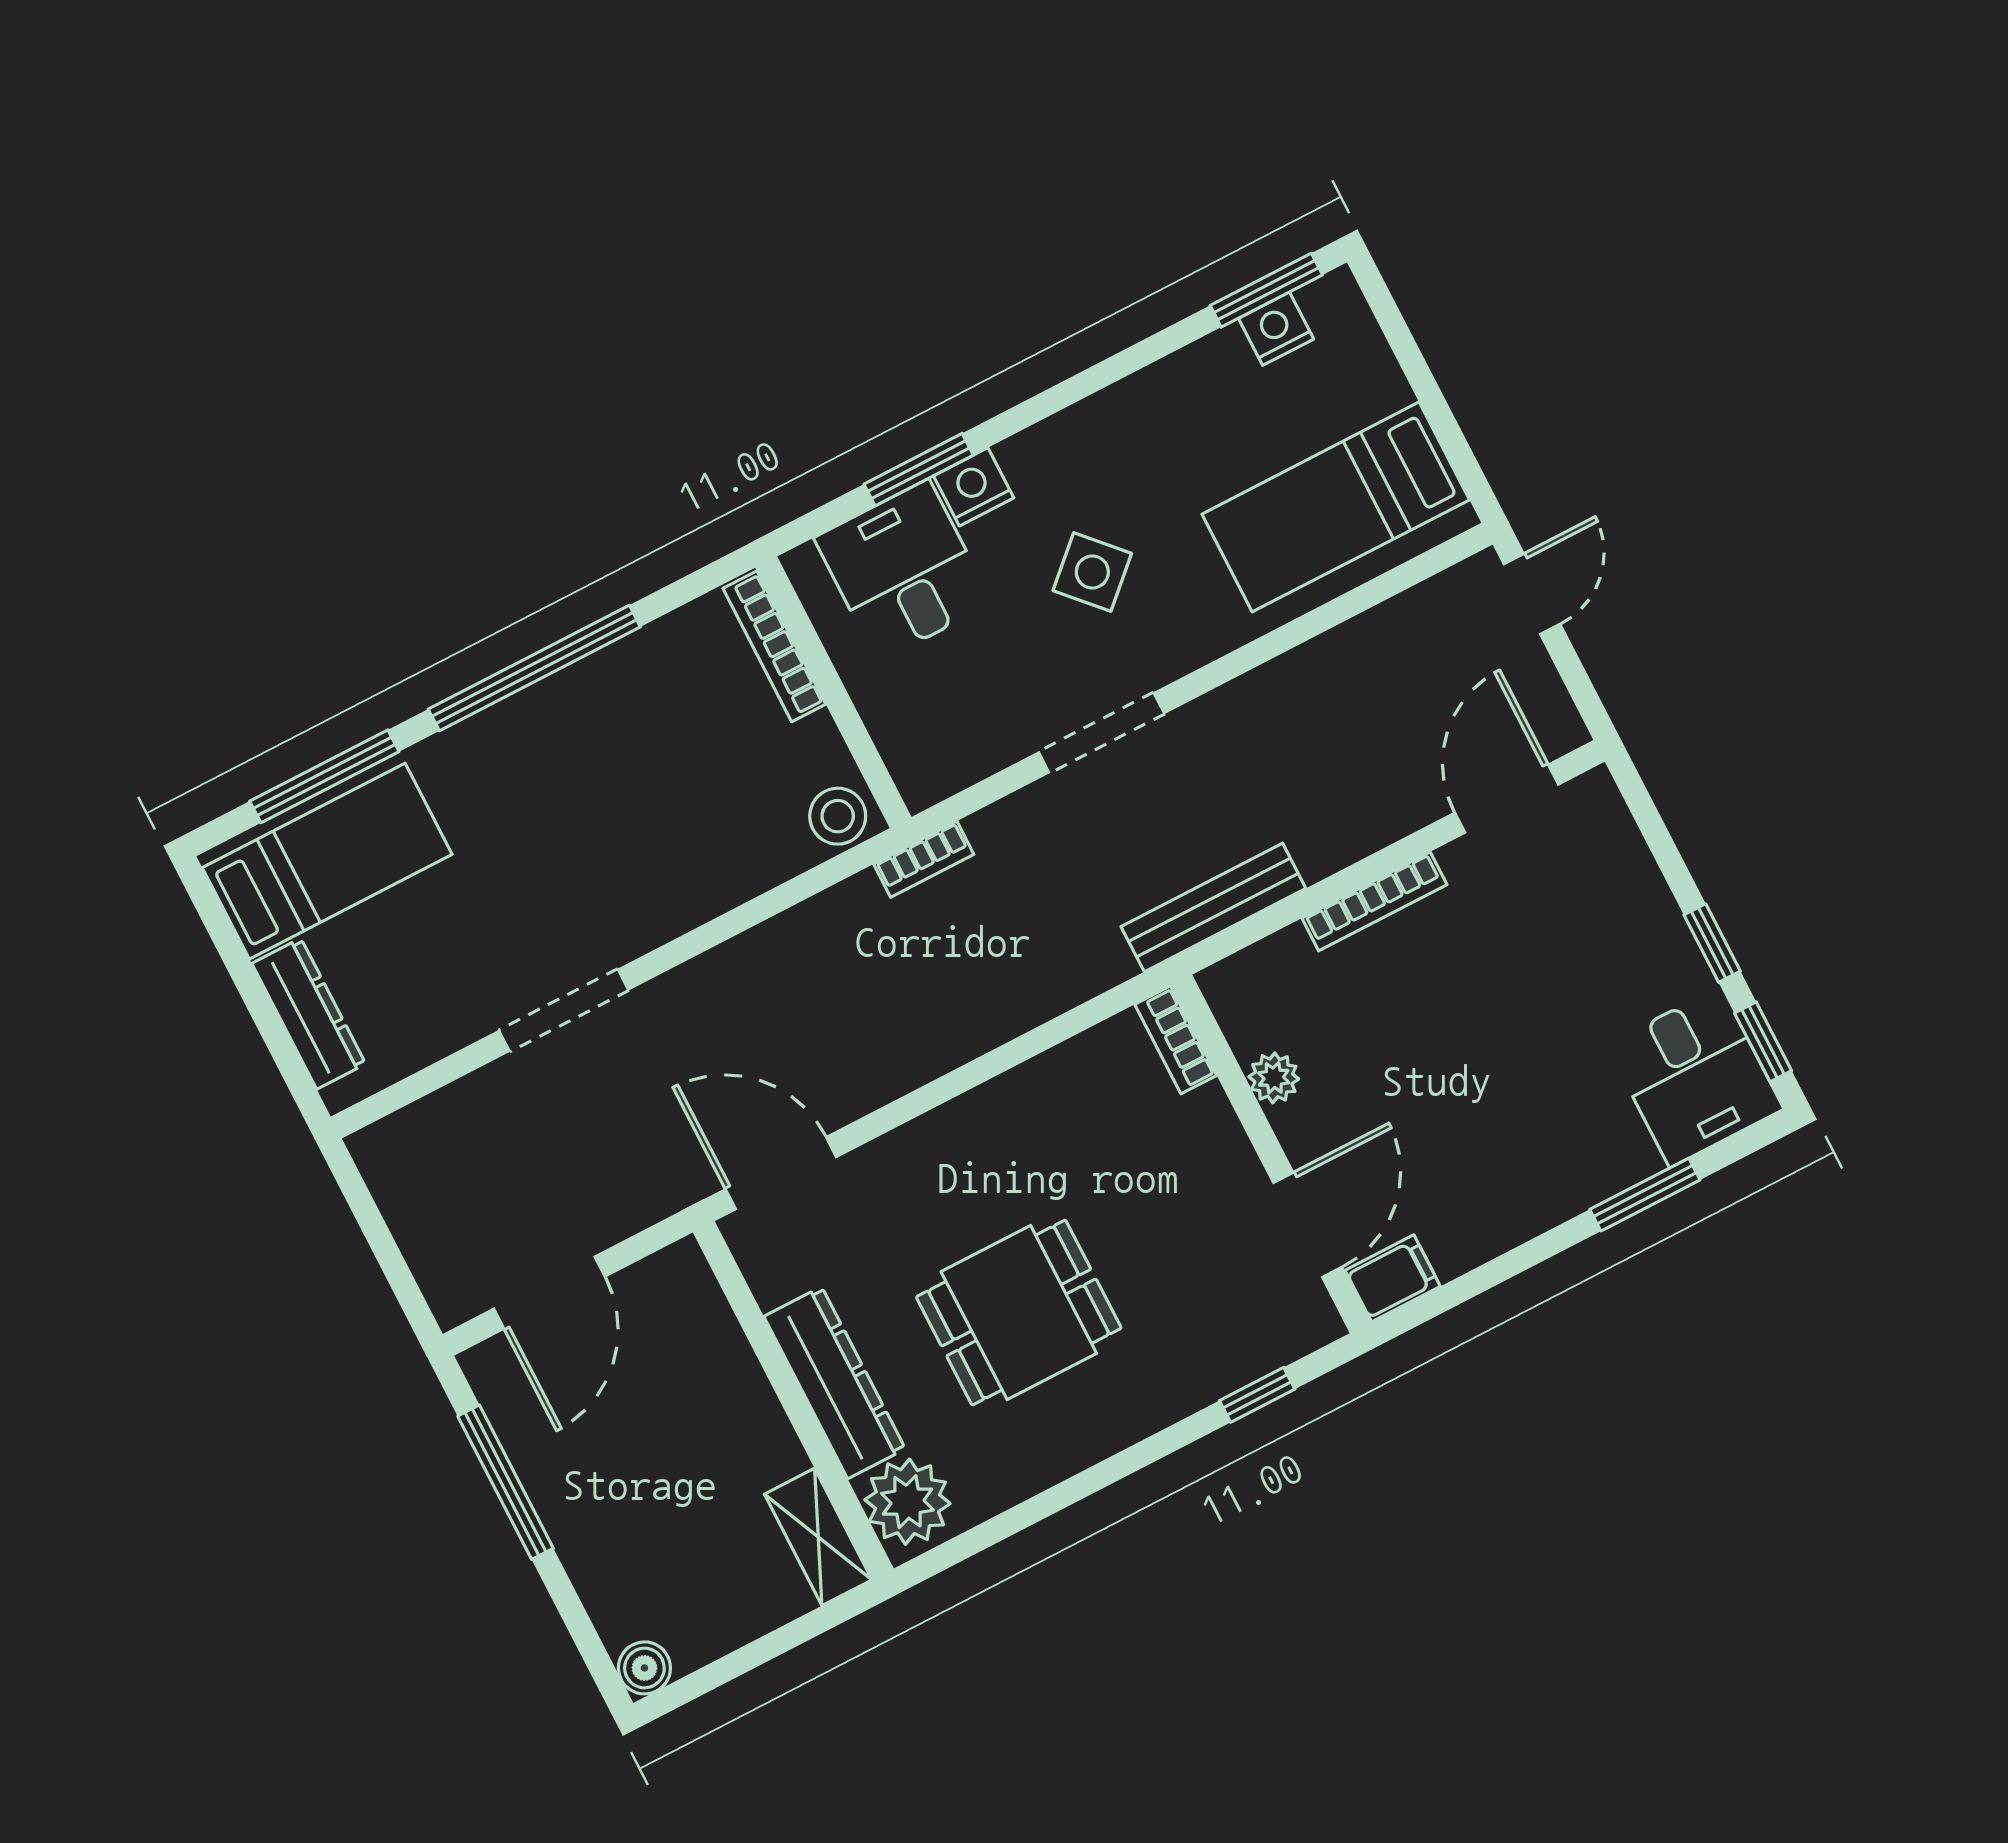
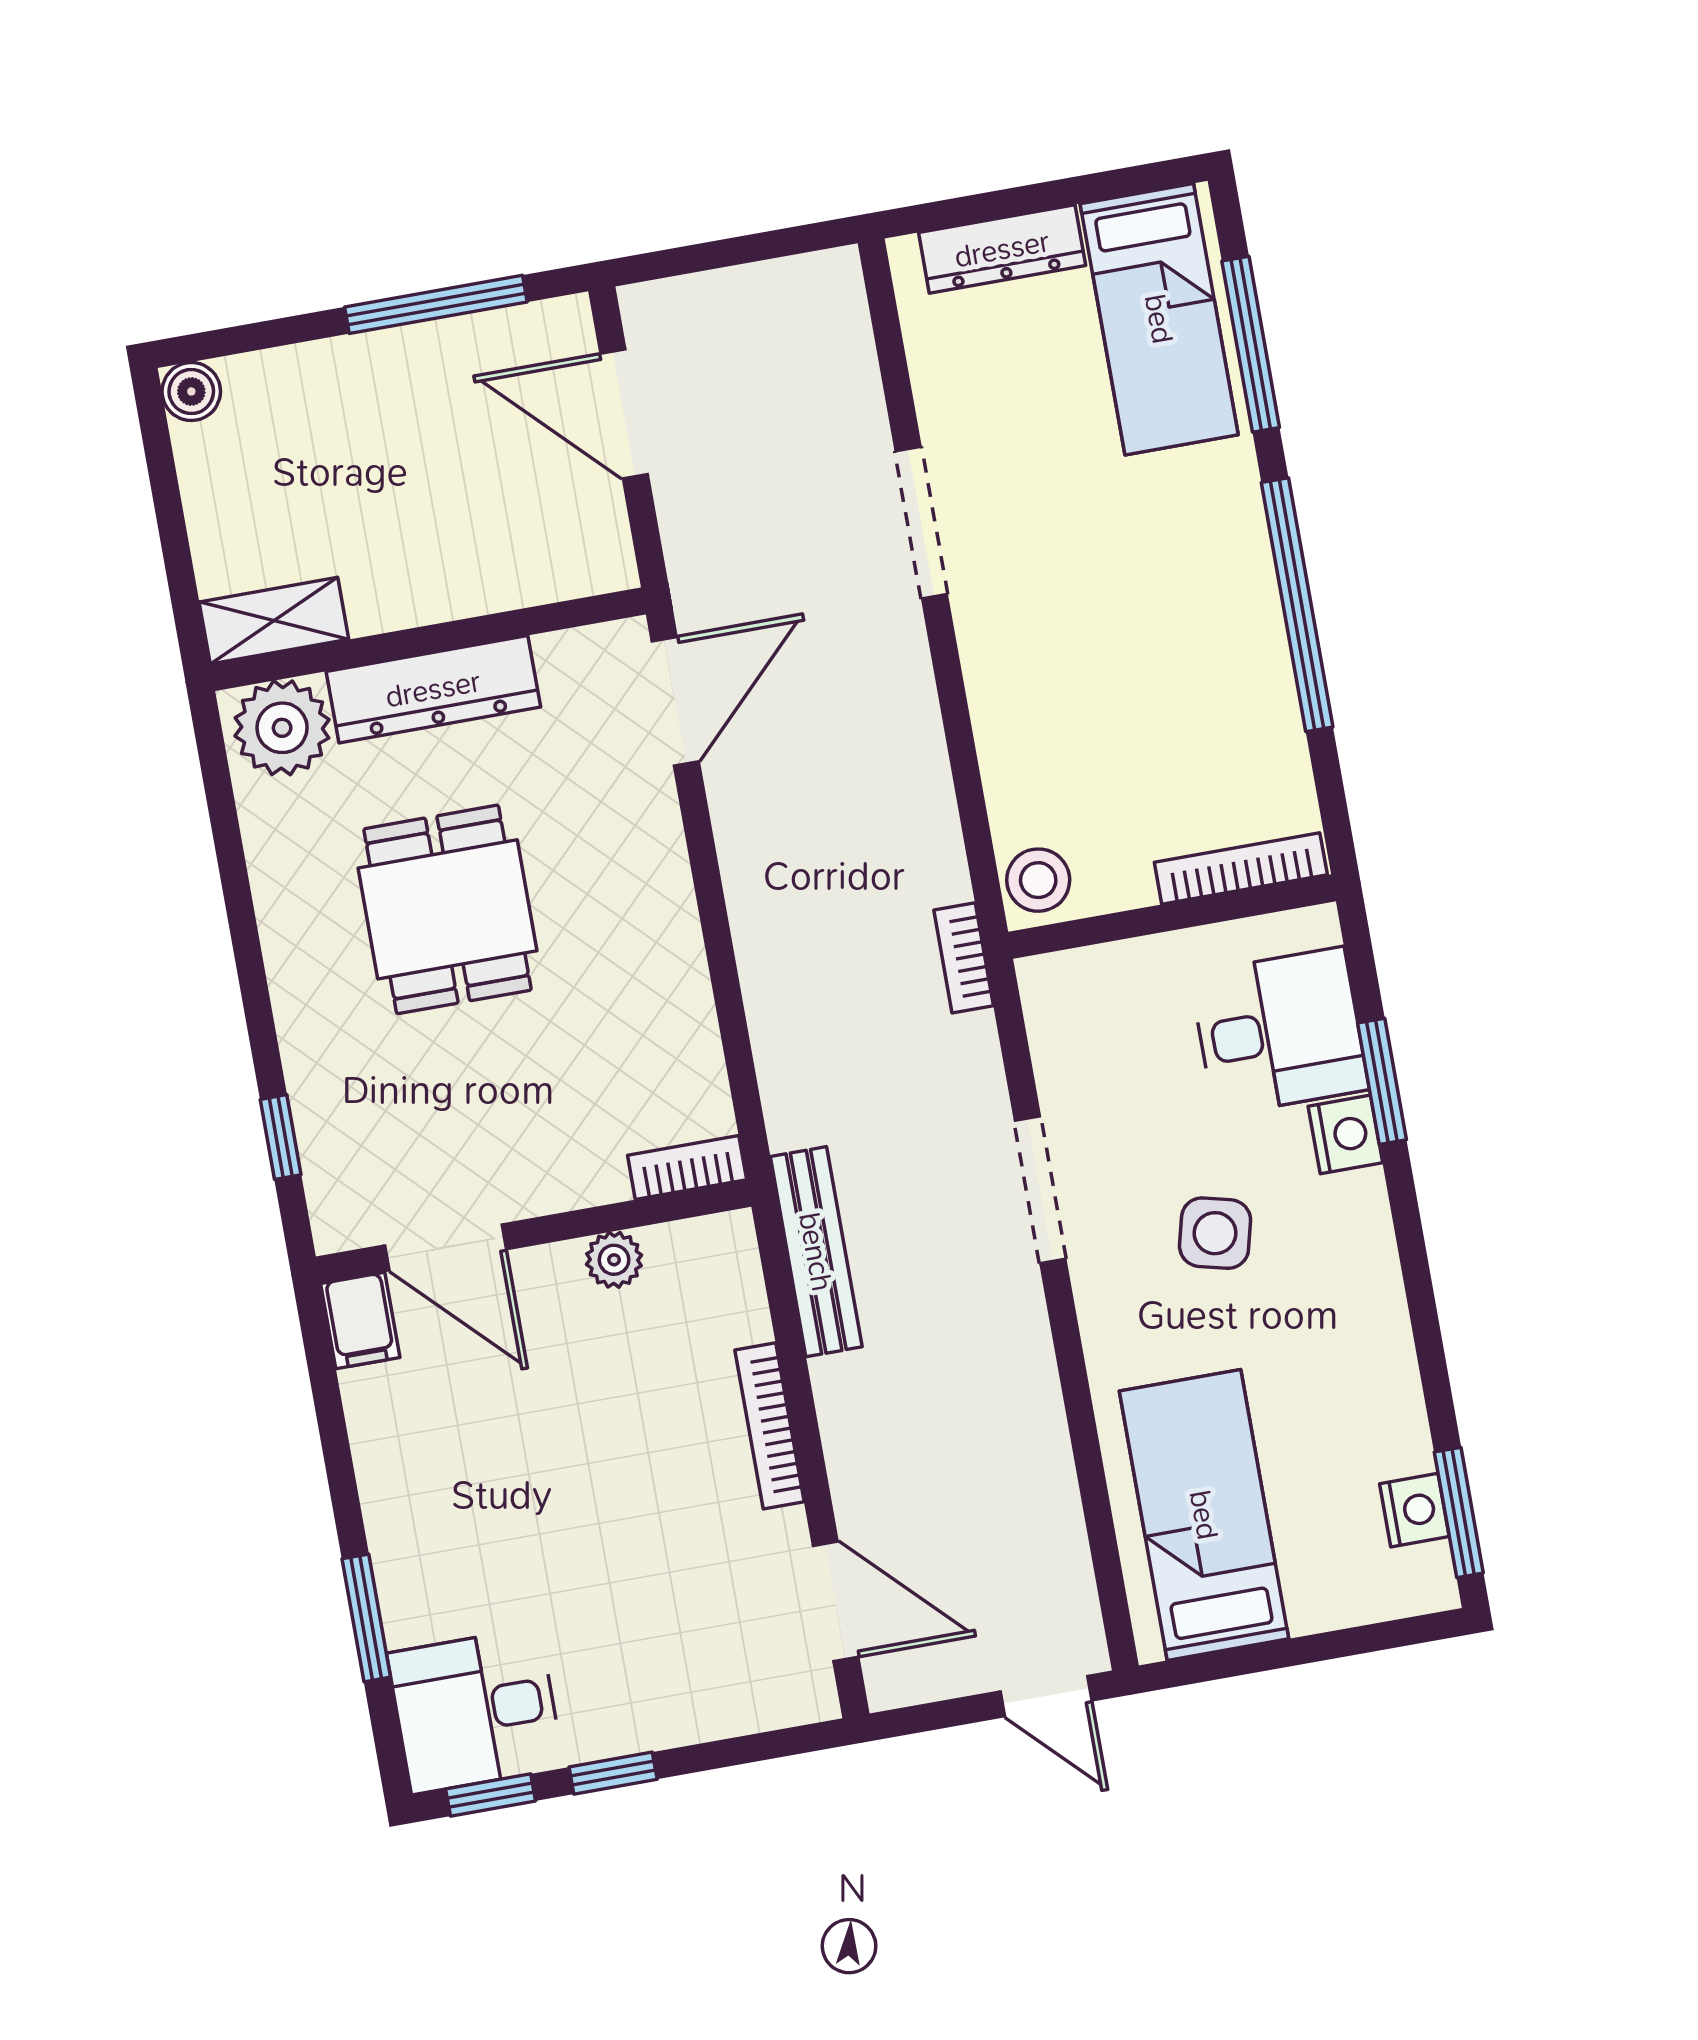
side table: (1092, 572) -> (1215, 1233), turned -33

